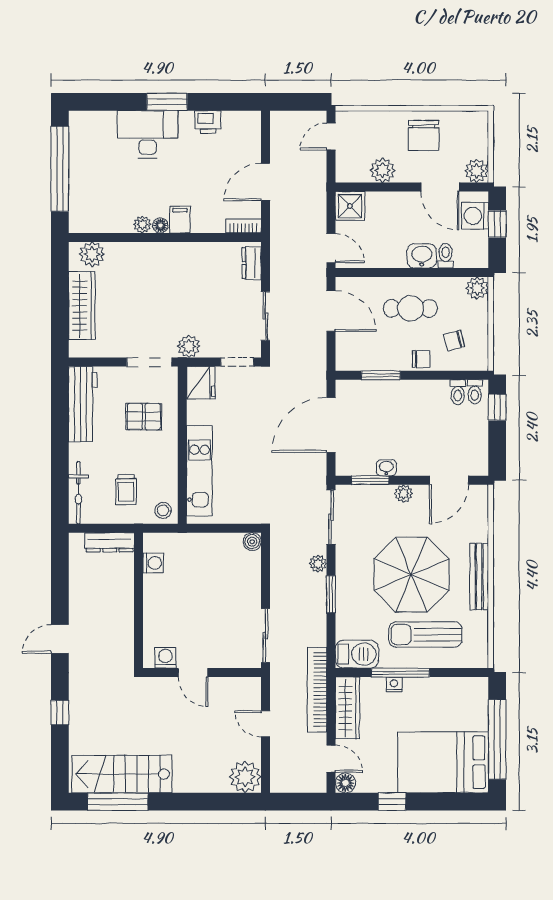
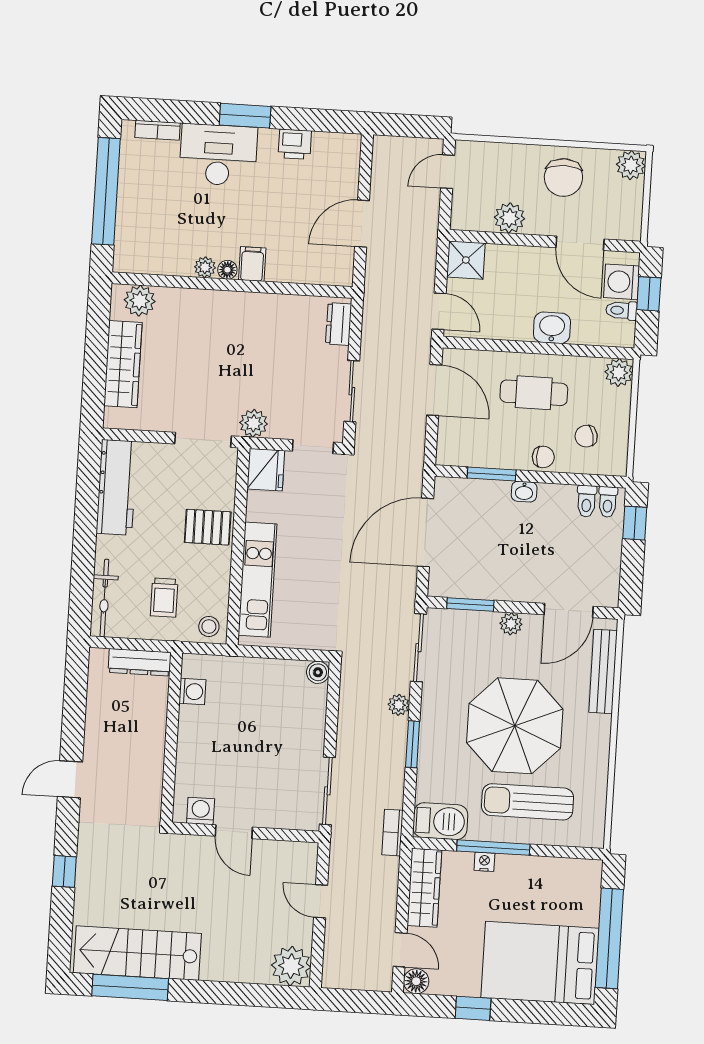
plant: (477, 171) -> (631, 165), moved
bookcase: (243, 226) -> (157, 130), moved, turned 180
toilet: (446, 256) -> (621, 310), moved, turned -90
pallet: (144, 417) -> (208, 527), moved
washbasin: (386, 468) -> (524, 492), moved, turned 180
bench: (479, 577) -> (603, 671), moved
bookcase: (317, 690) -> (392, 833), width x0.43, depth x0.76

